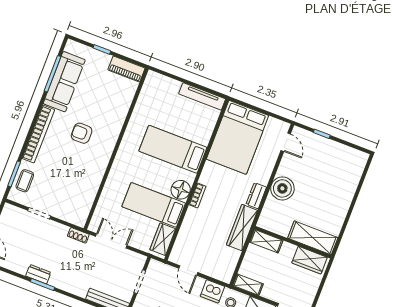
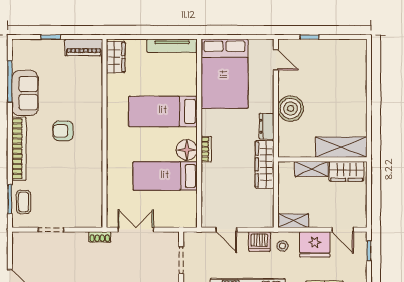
sofa: (64, 82) -> (25, 93), width x0.73
wardrobe: (163, 239) -> (116, 57), moved, turned 180
shelving: (266, 241) -> (311, 169), moved

